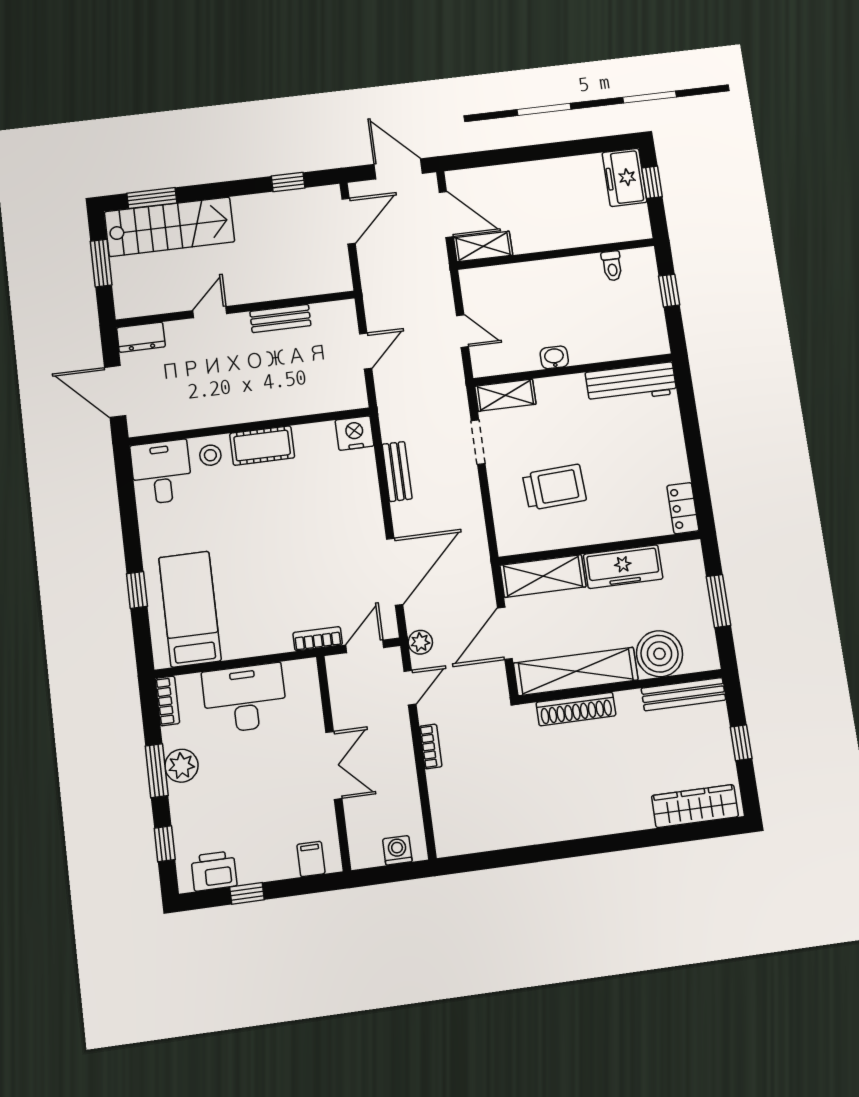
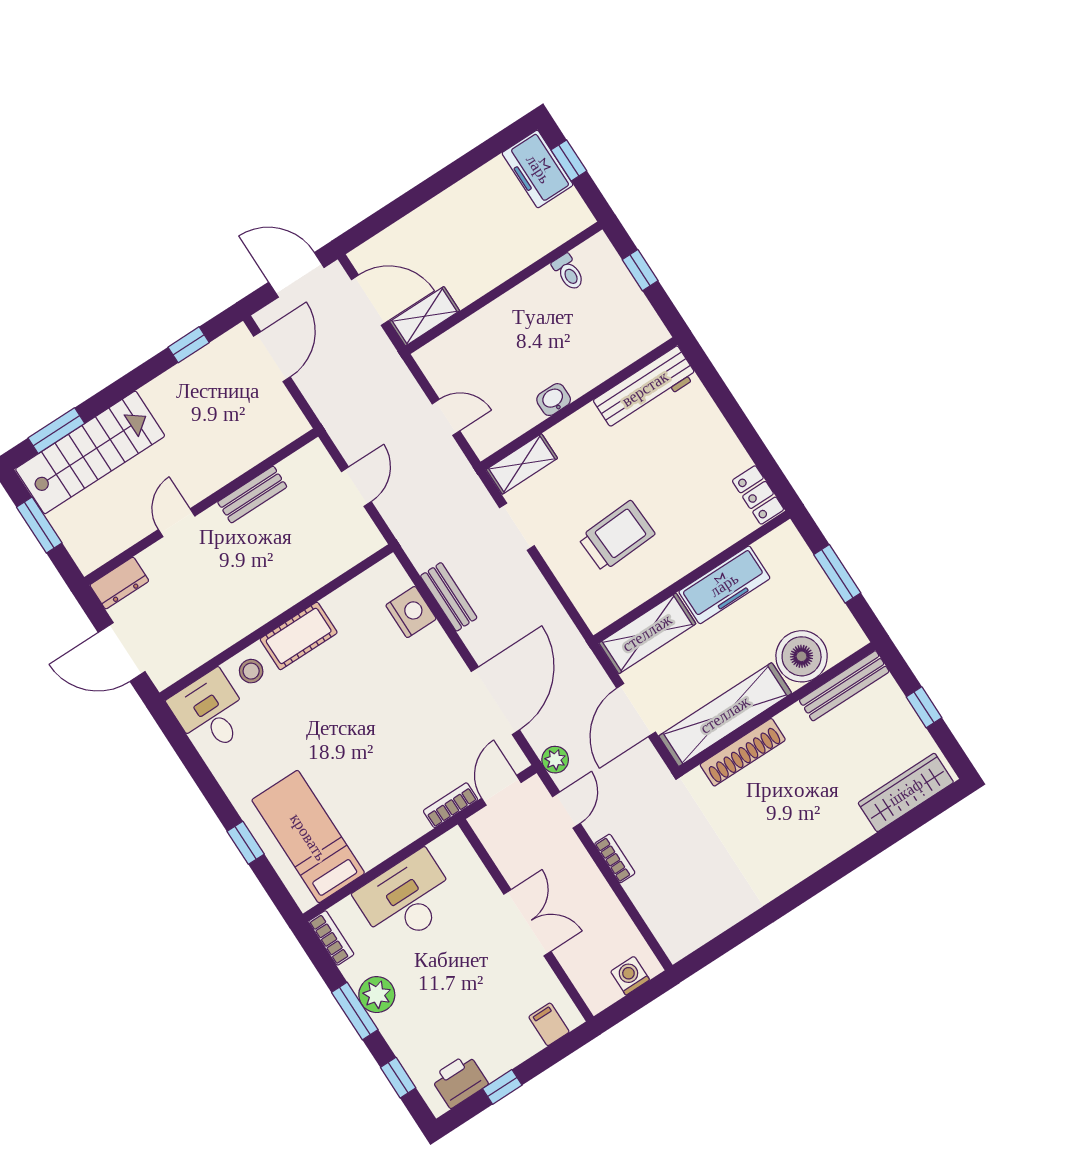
nightstand: (355, 433) -> (411, 612), moved, turned 90

